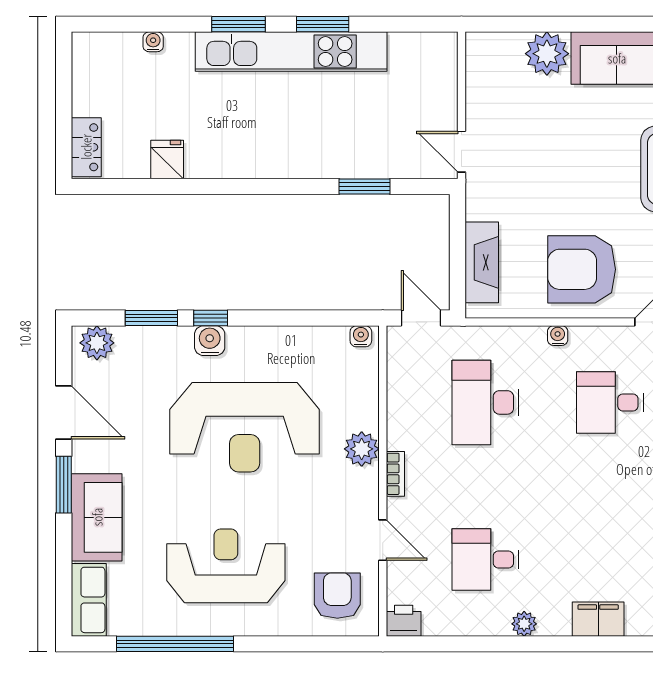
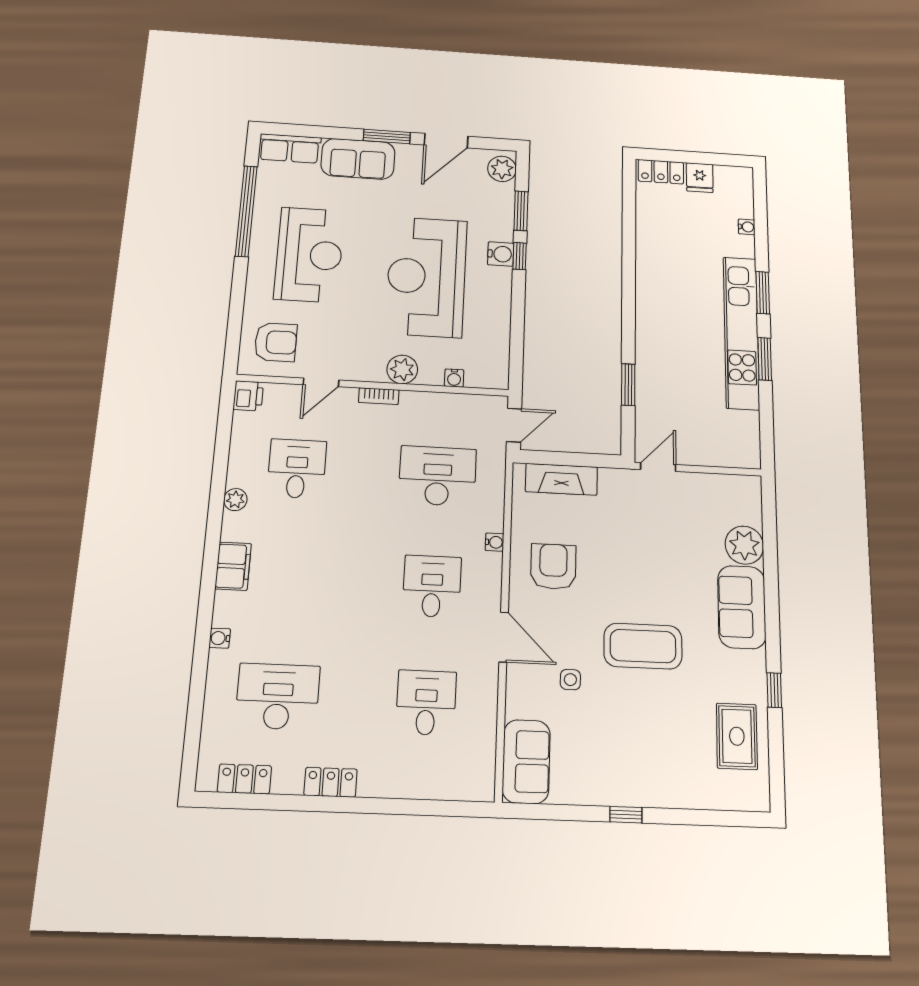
fridge: (167, 160) -> (700, 178), moved, turned 90
armchair: (582, 269) -> (553, 566), width x0.73, depth x0.73
water cooler: (361, 336) -> (454, 378), moved, turned 90

